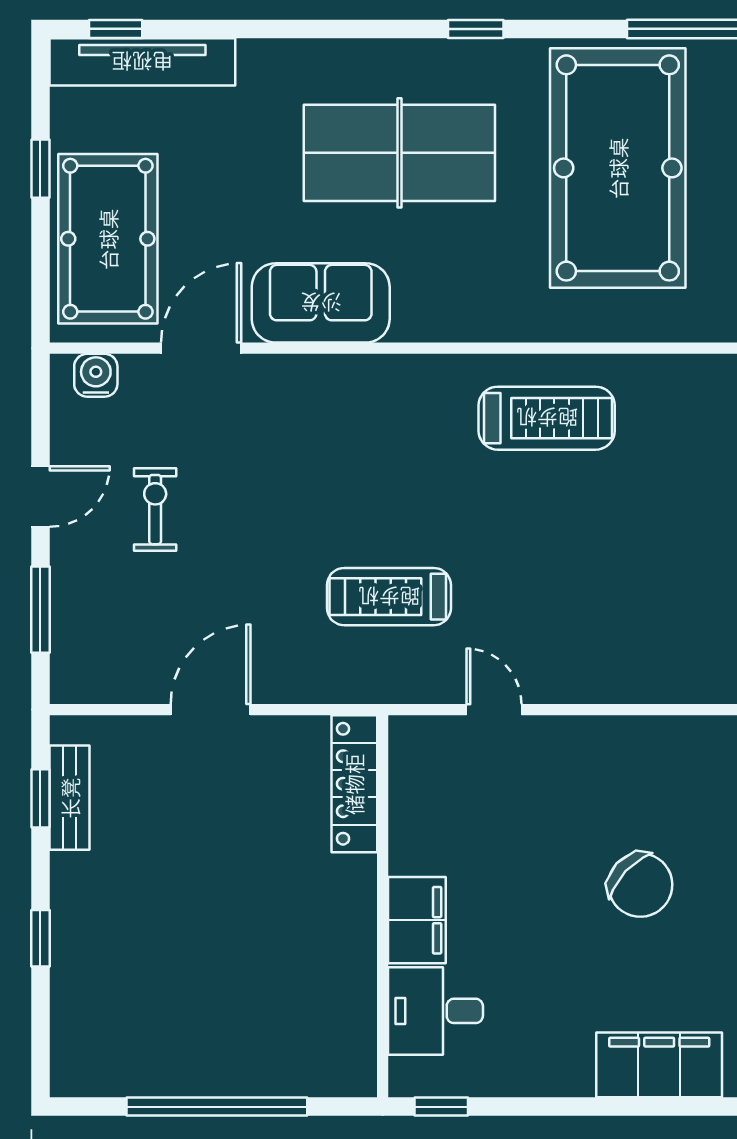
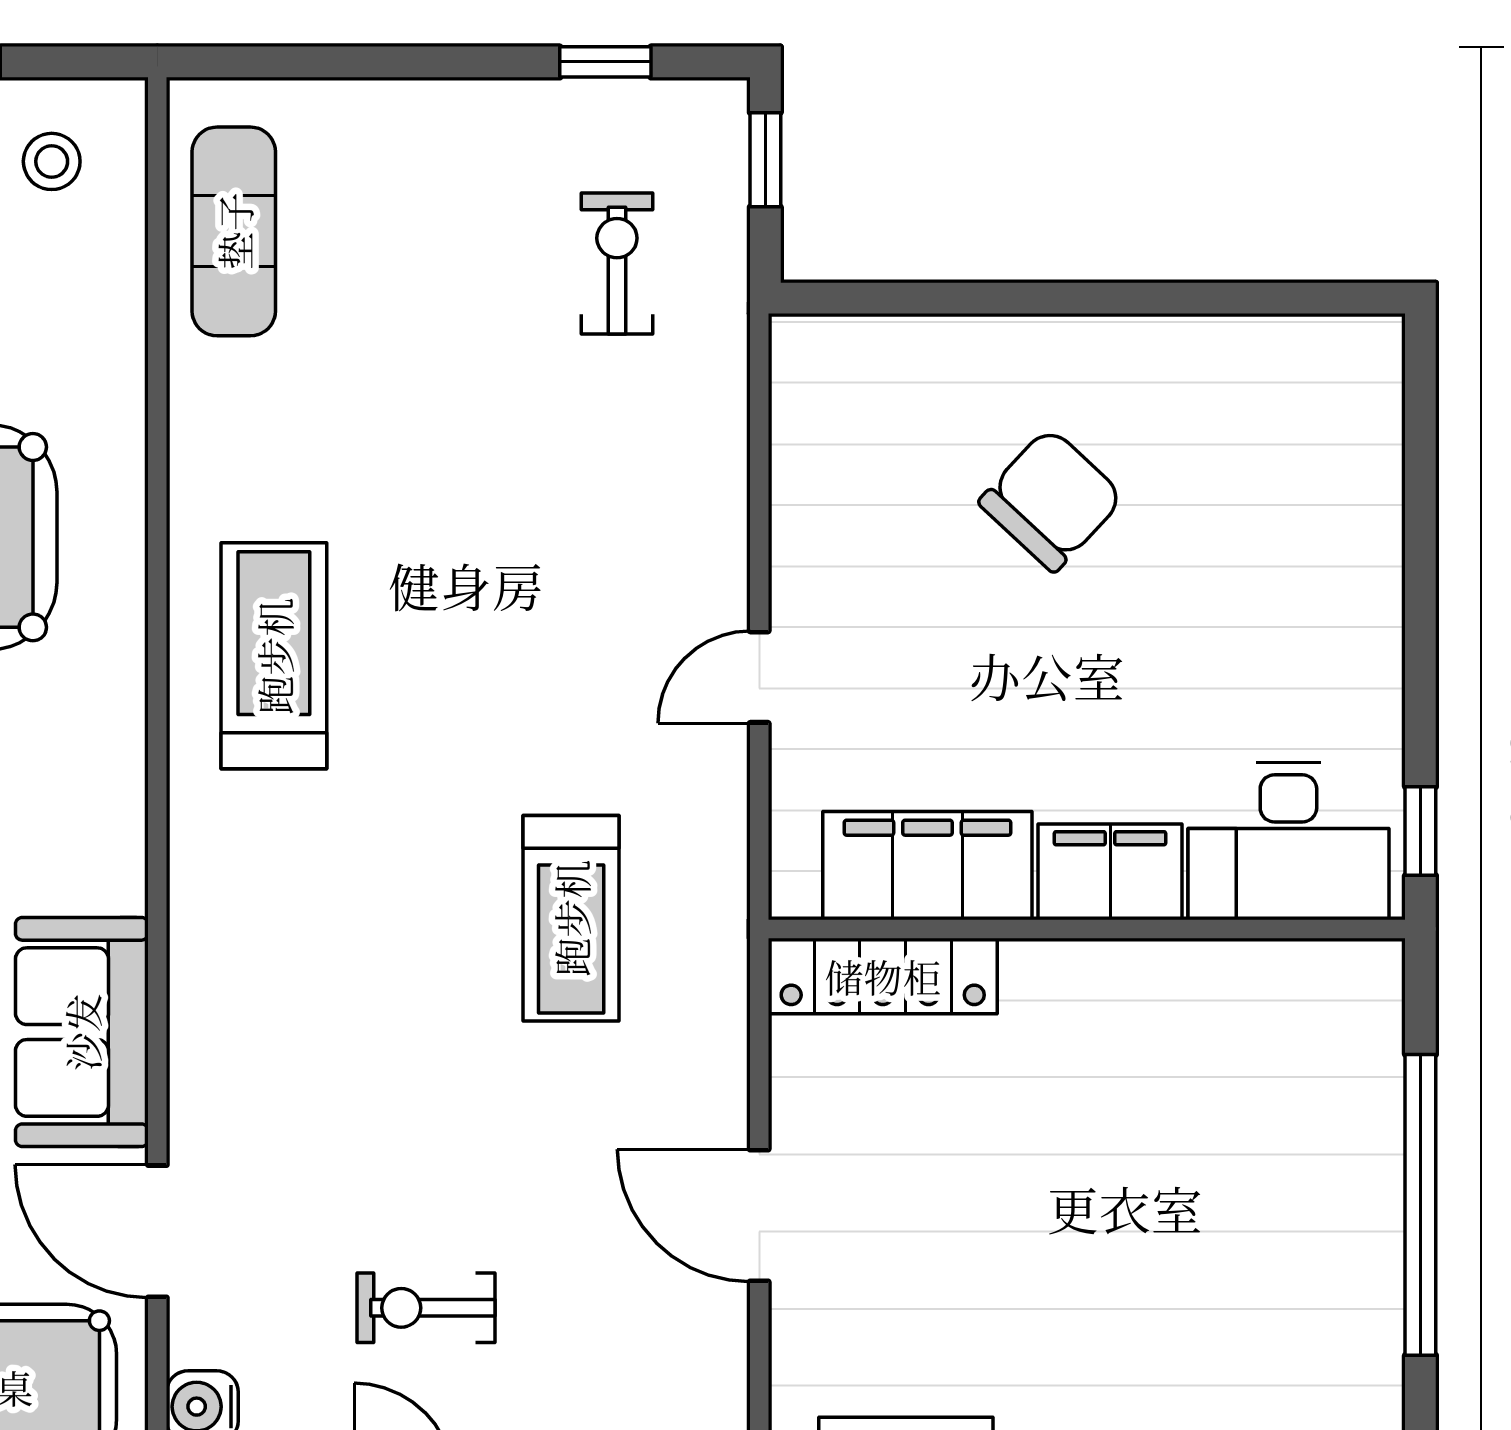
door: (494, 710) -> (759, 677), moved
desk: (435, 1011) -> (1288, 841), width x1.37
filing cabinet: (659, 1065) -> (927, 866), moved, turned 90

